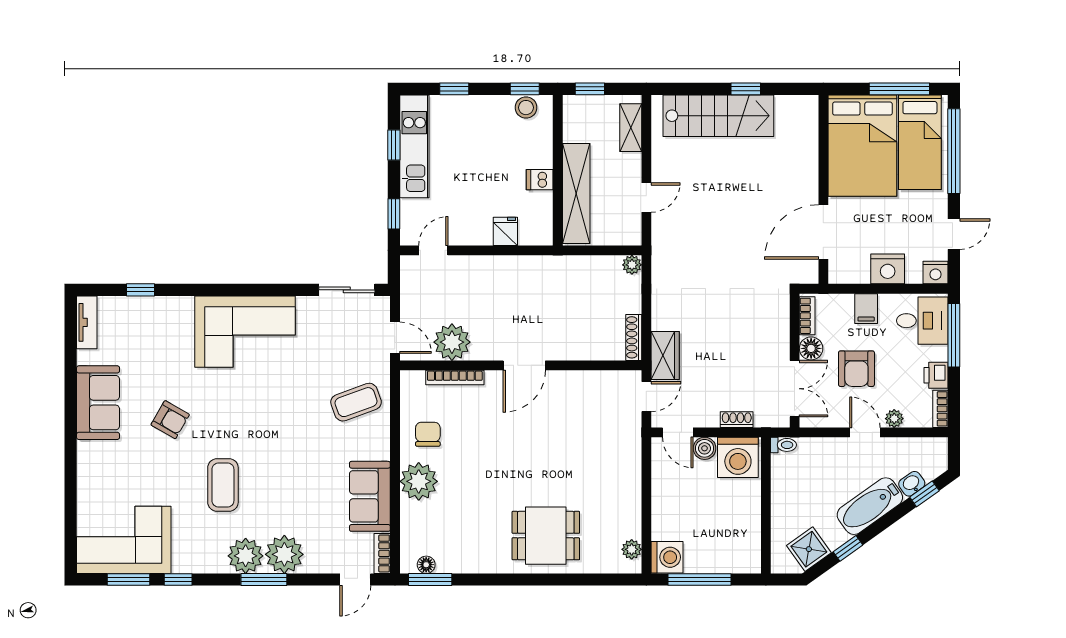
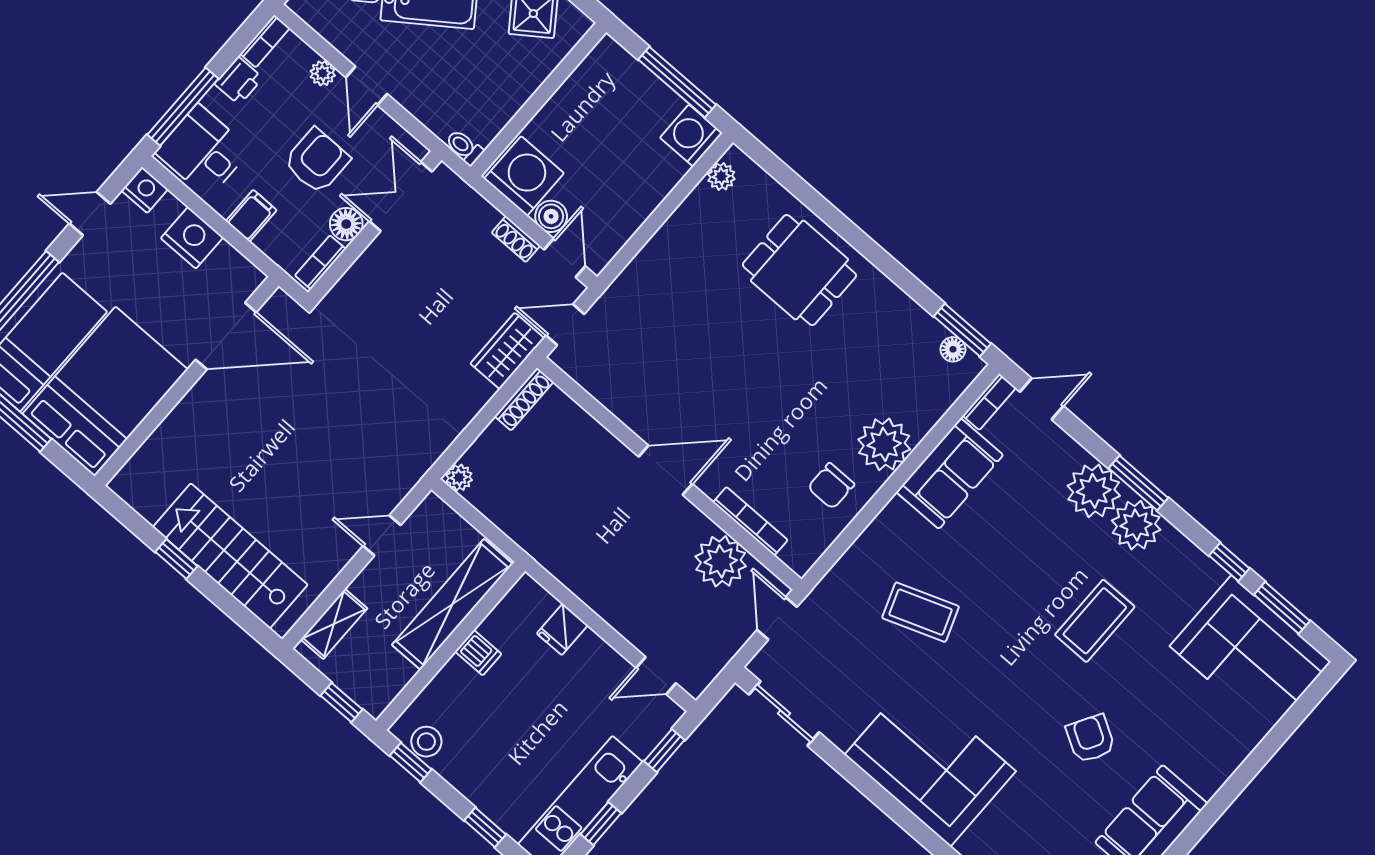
coffee table: (356, 402) -> (921, 612), moved
shoe rack: (737, 420) -> (516, 239), moved

